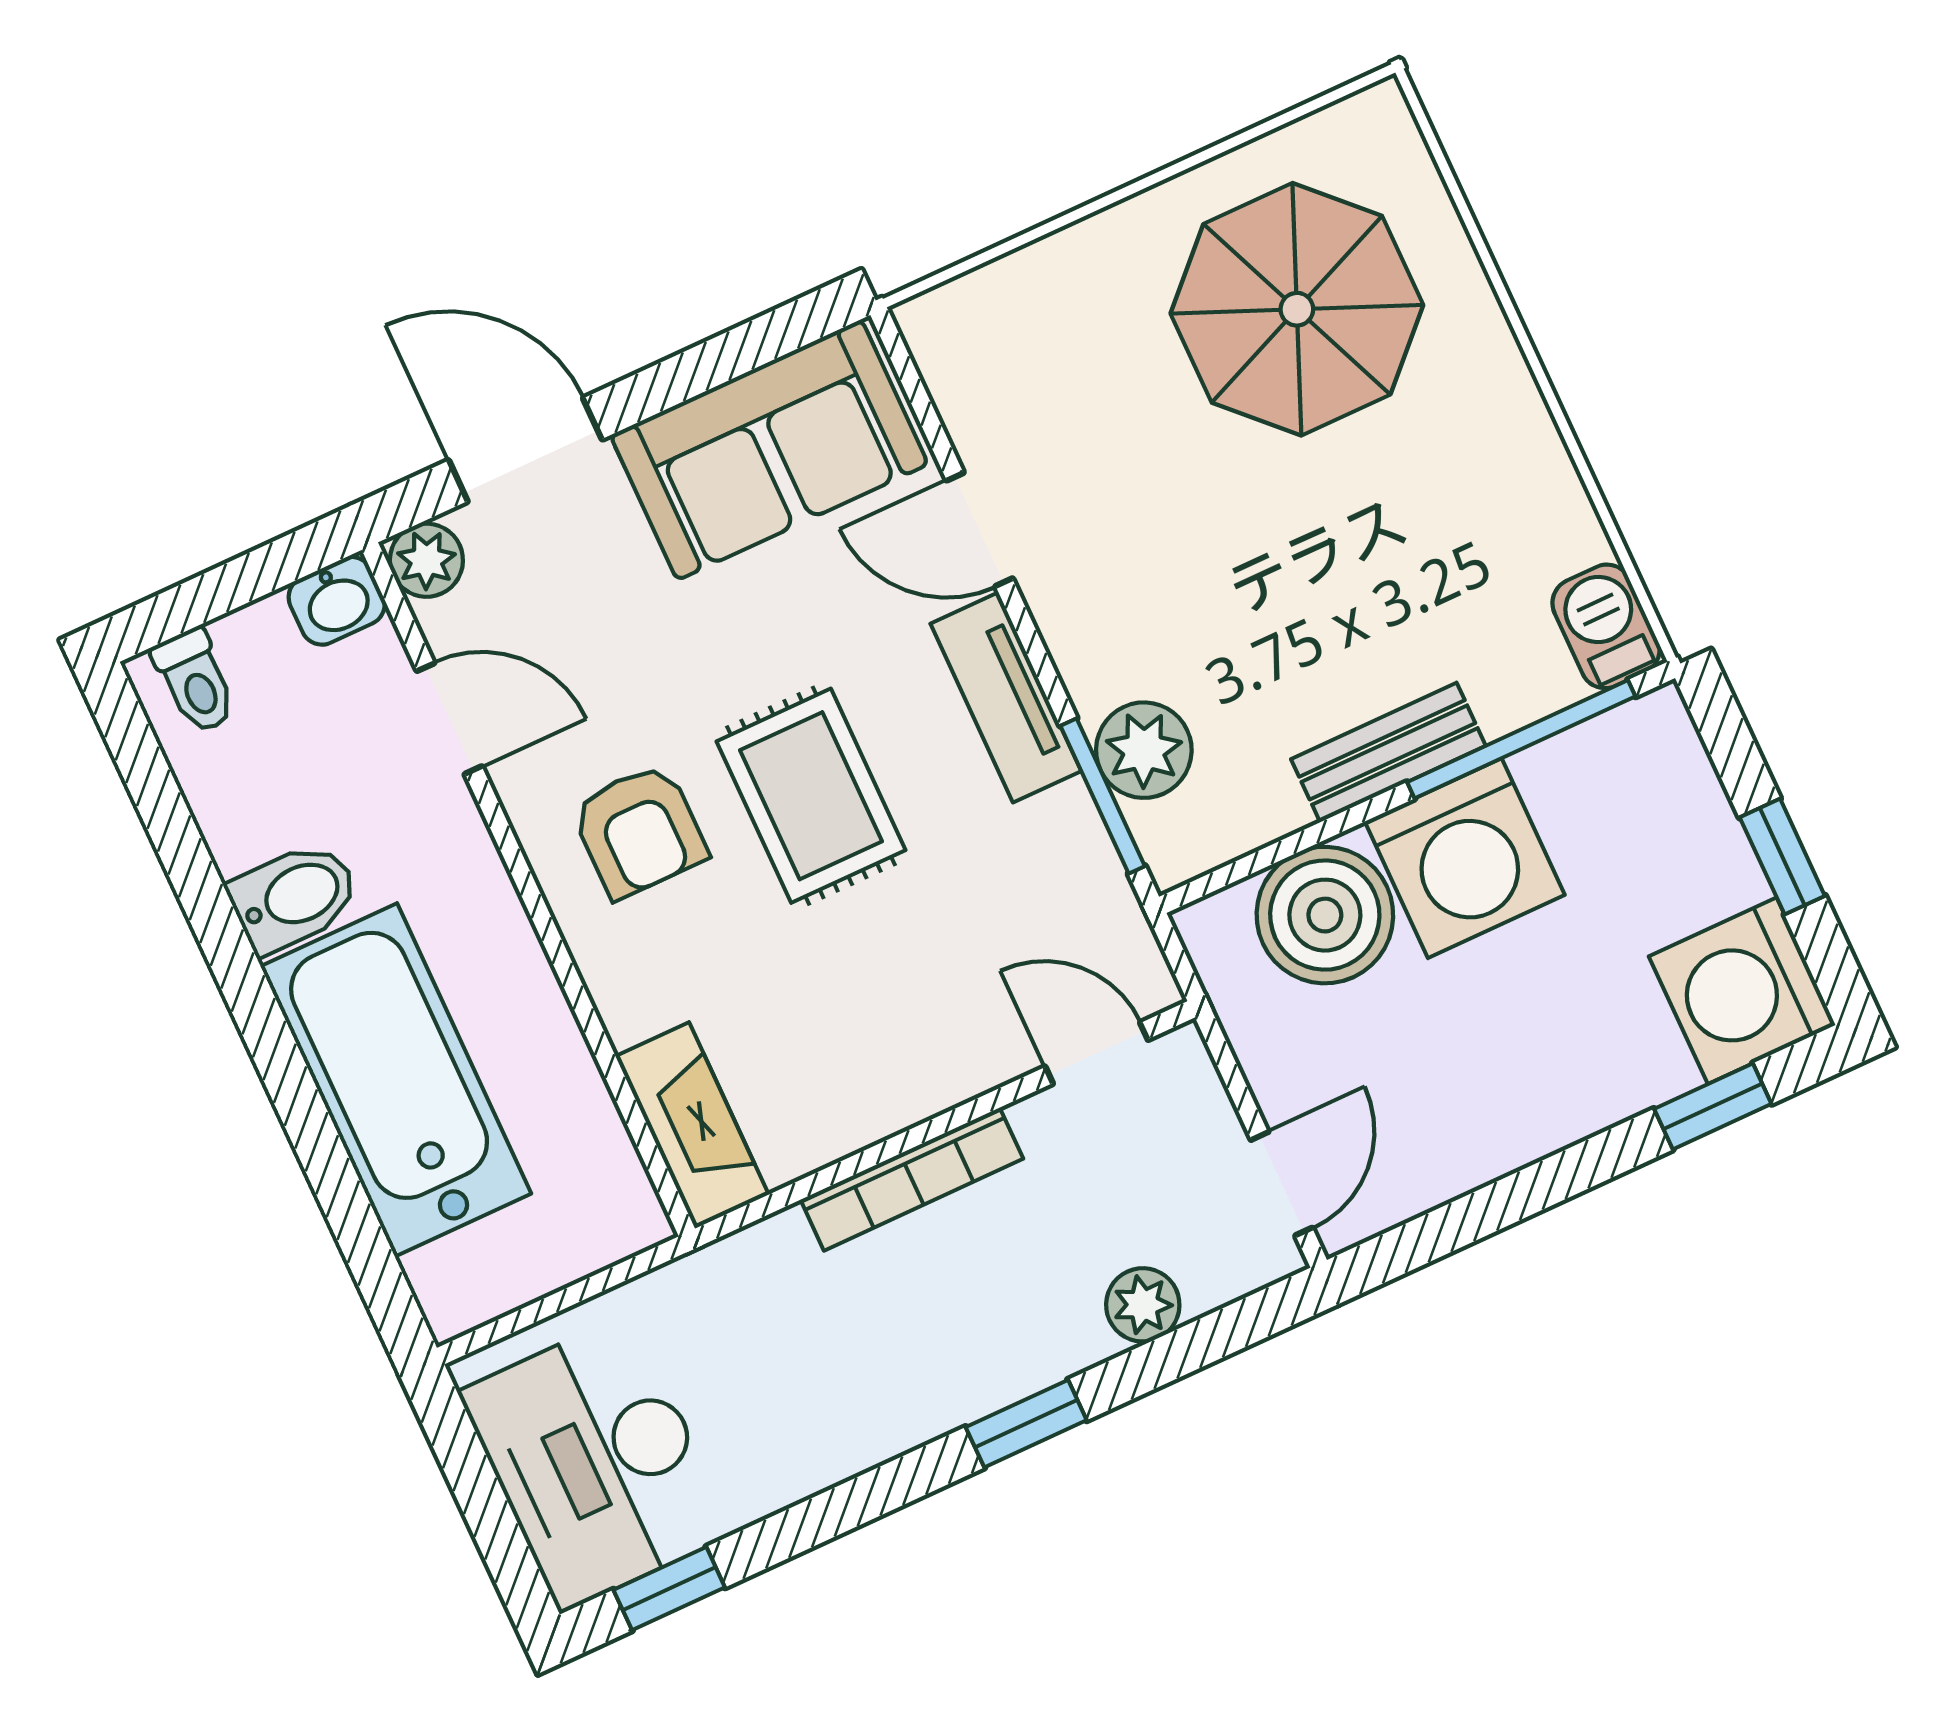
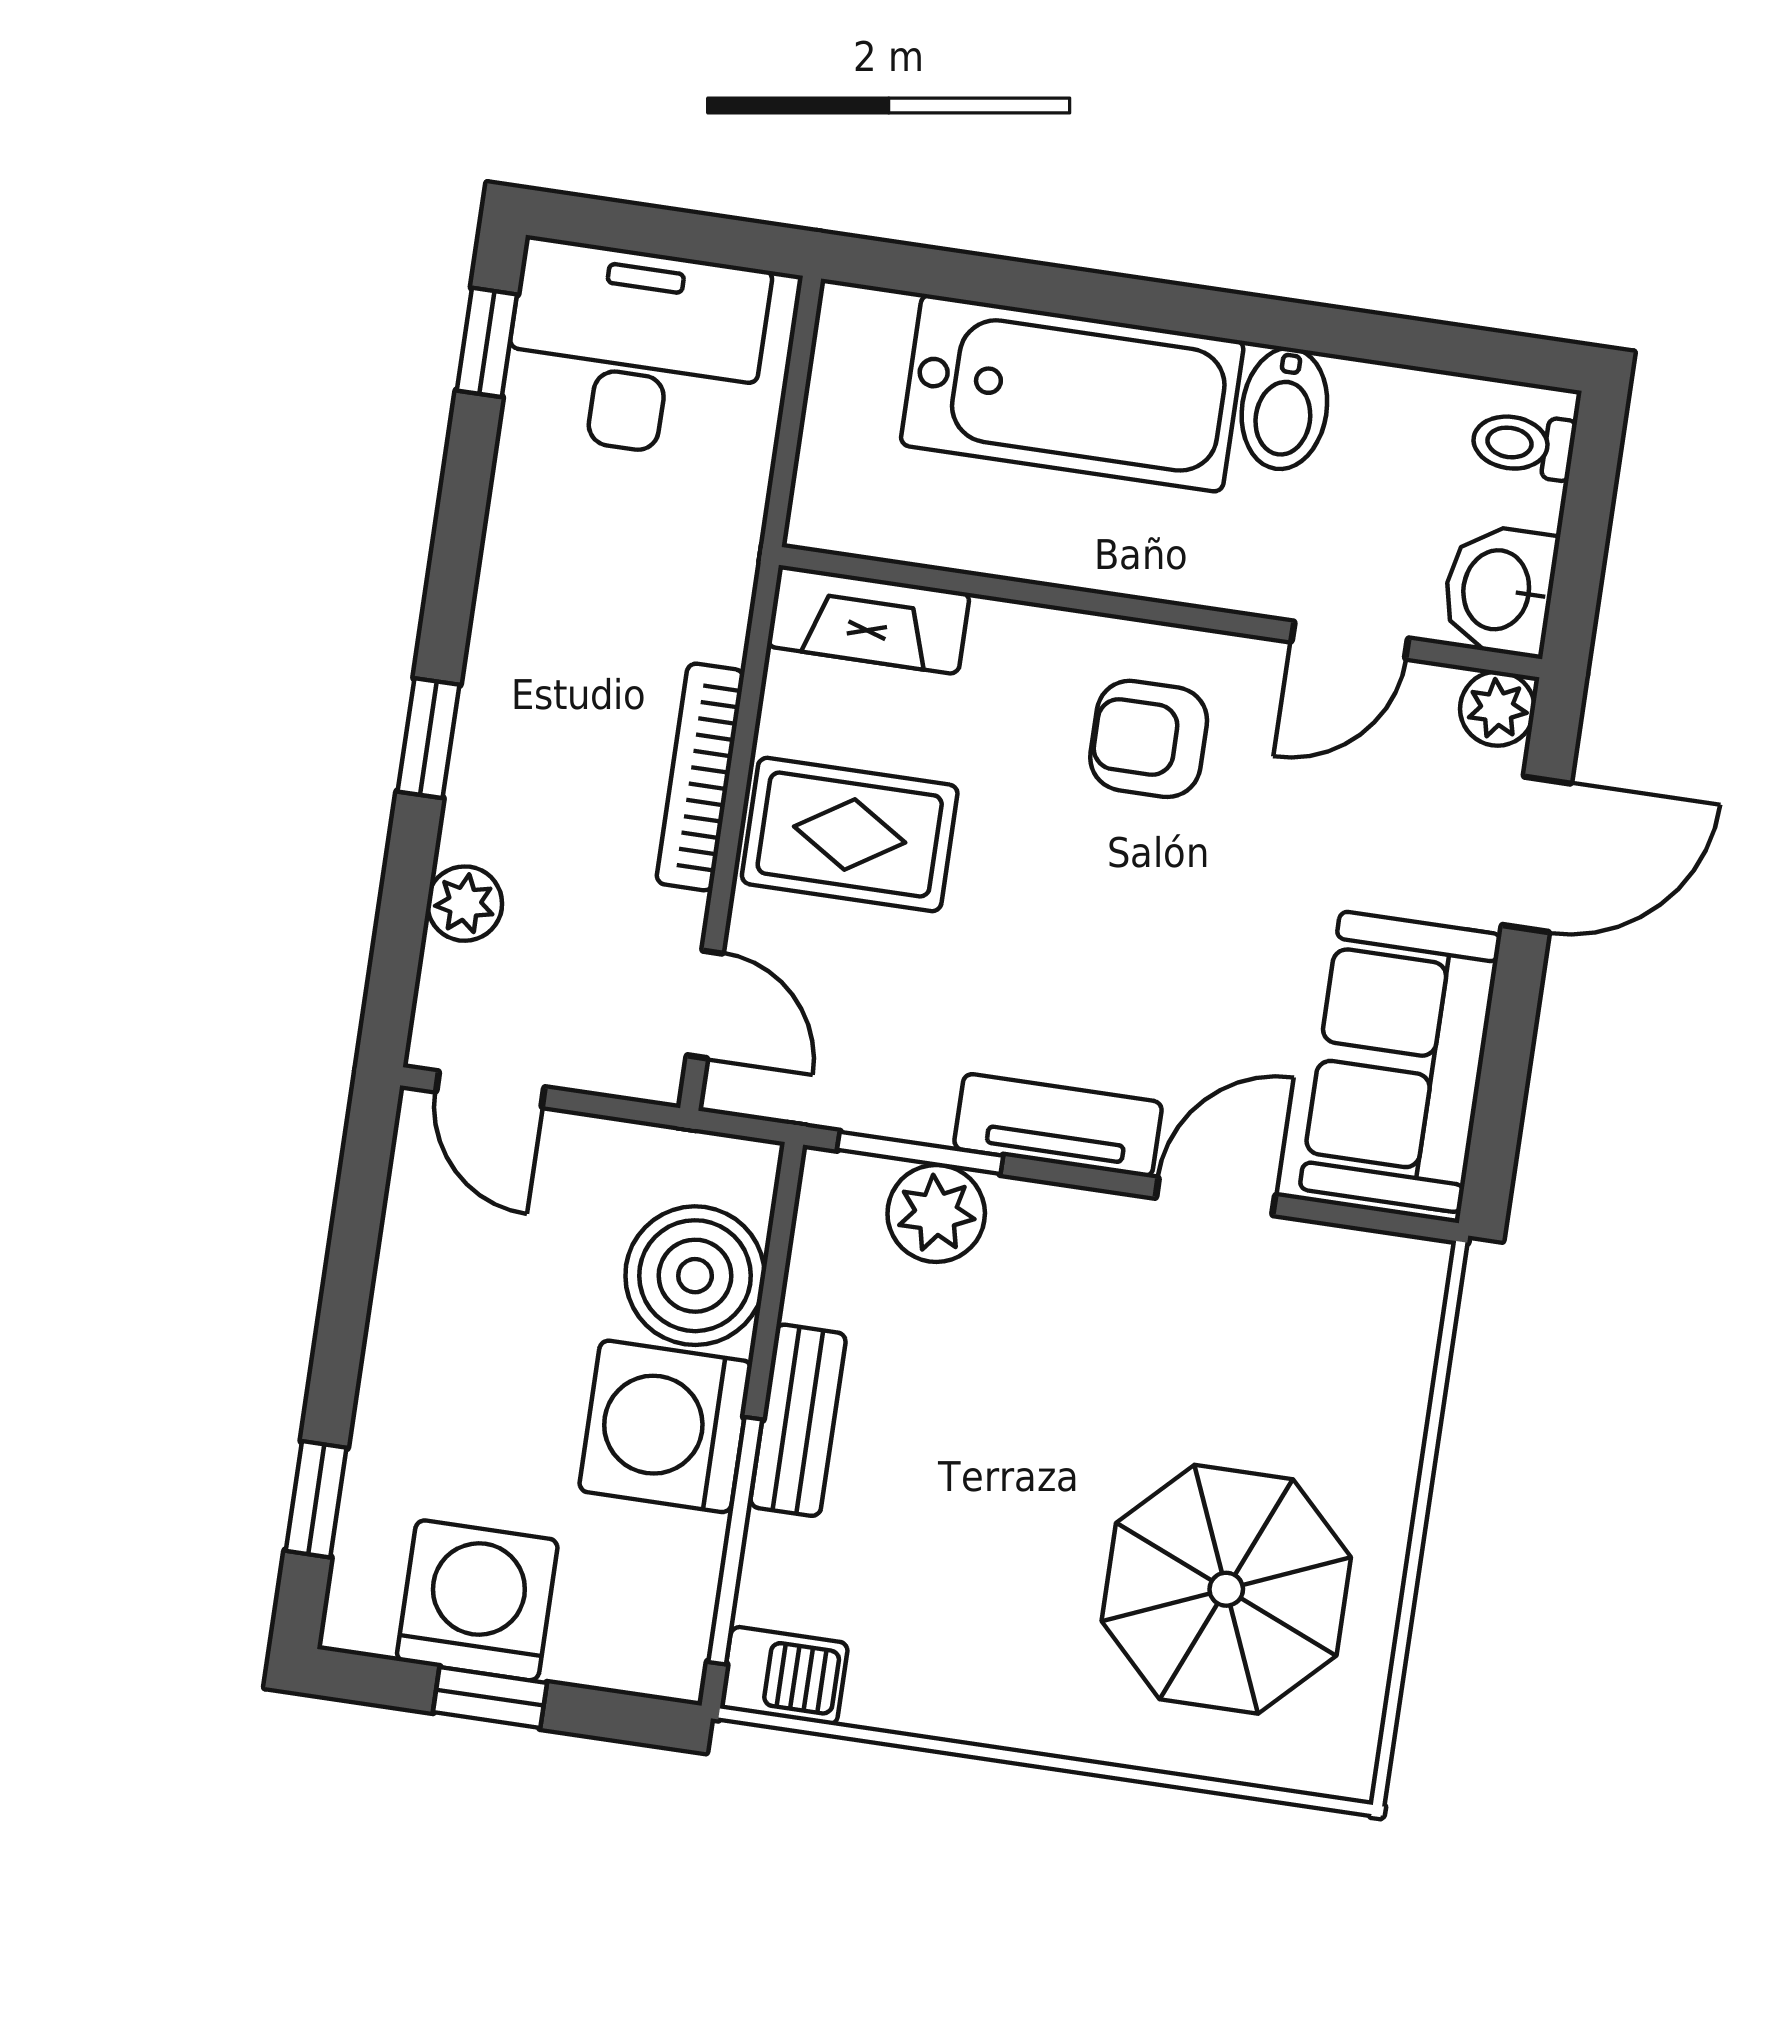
washbasin: (337, 601) -> (1499, 590), width x1.38, depth x1.45
rug: (811, 796) -> (850, 834), moved
washing machine: (1742, 991) -> (477, 1600), moved
door: (1096, 1053) -> (705, 1004), hinge flipped

